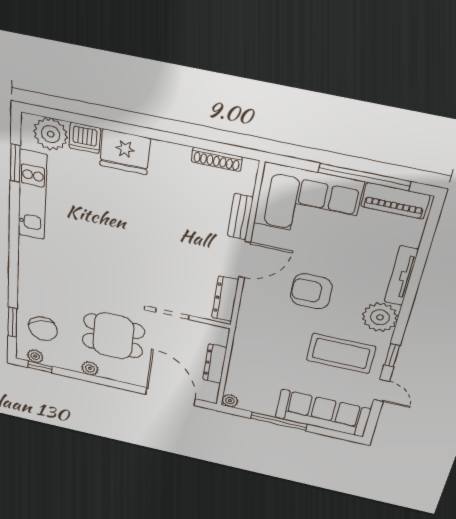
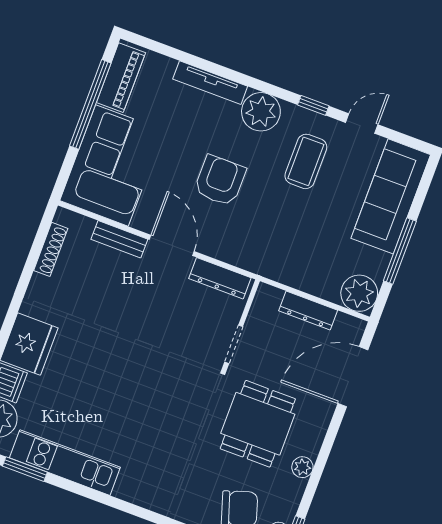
armchair: (311, 291) -> (220, 181), turned 180
coffee table: (341, 353) -> (306, 161), width x0.73, depth x0.76
plant: (230, 401) -> (359, 293), width x1.88, depth x1.88

